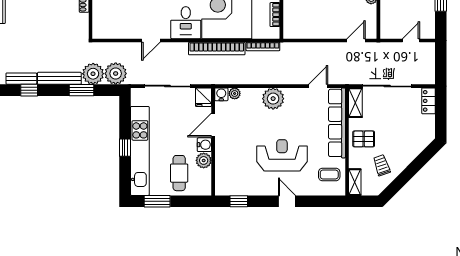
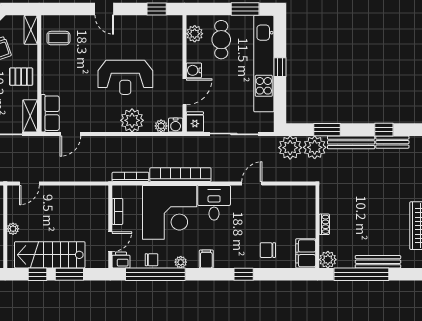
plant: (273, 99) -> (132, 120), moved
row of seats: (337, 123) -> (50, 113), width x0.50
reception desk: (282, 155) -> (125, 77), moved
plant: (204, 160) -> (195, 34), moved

